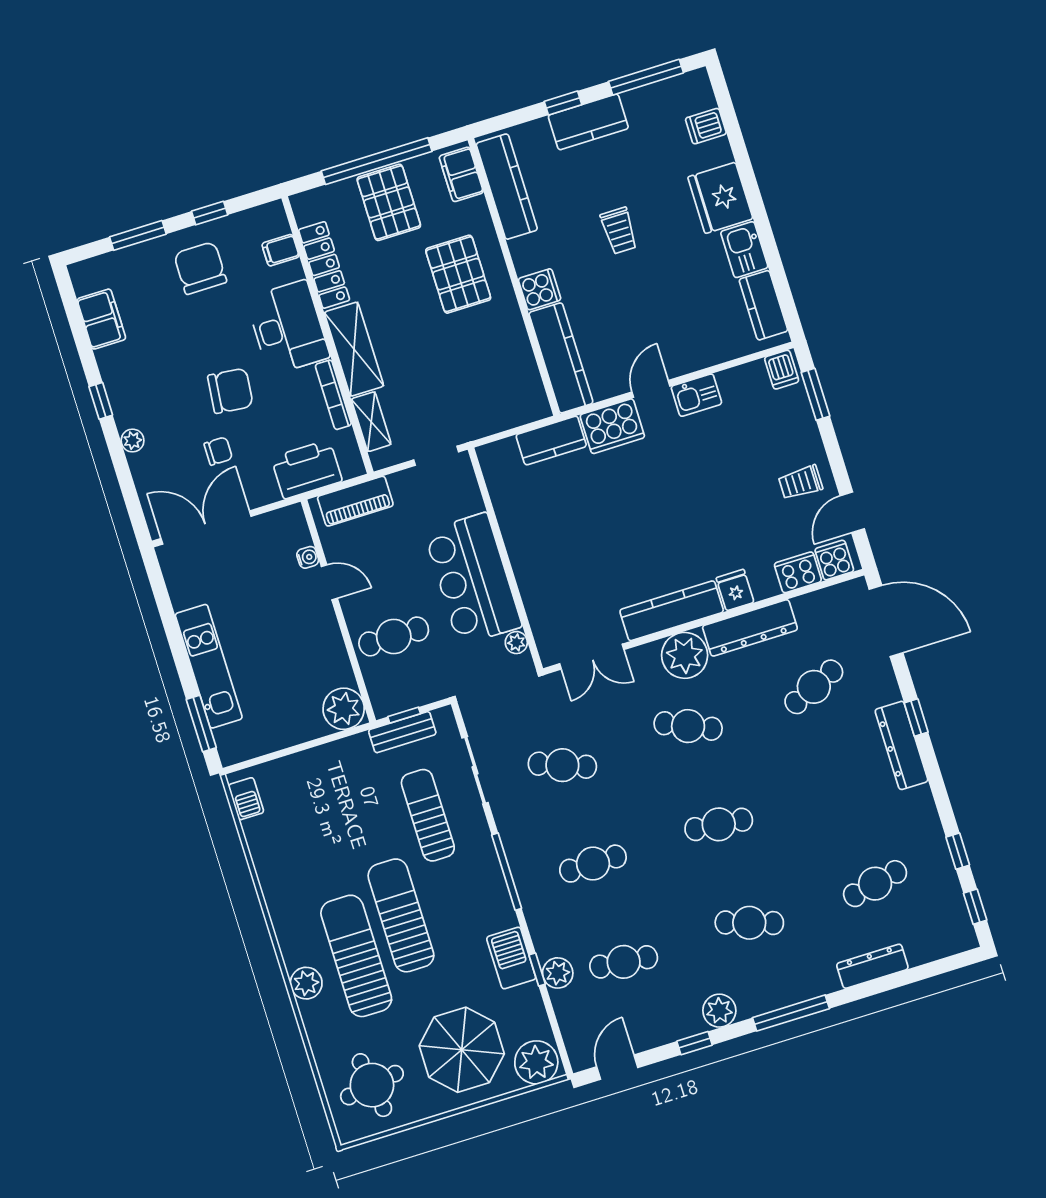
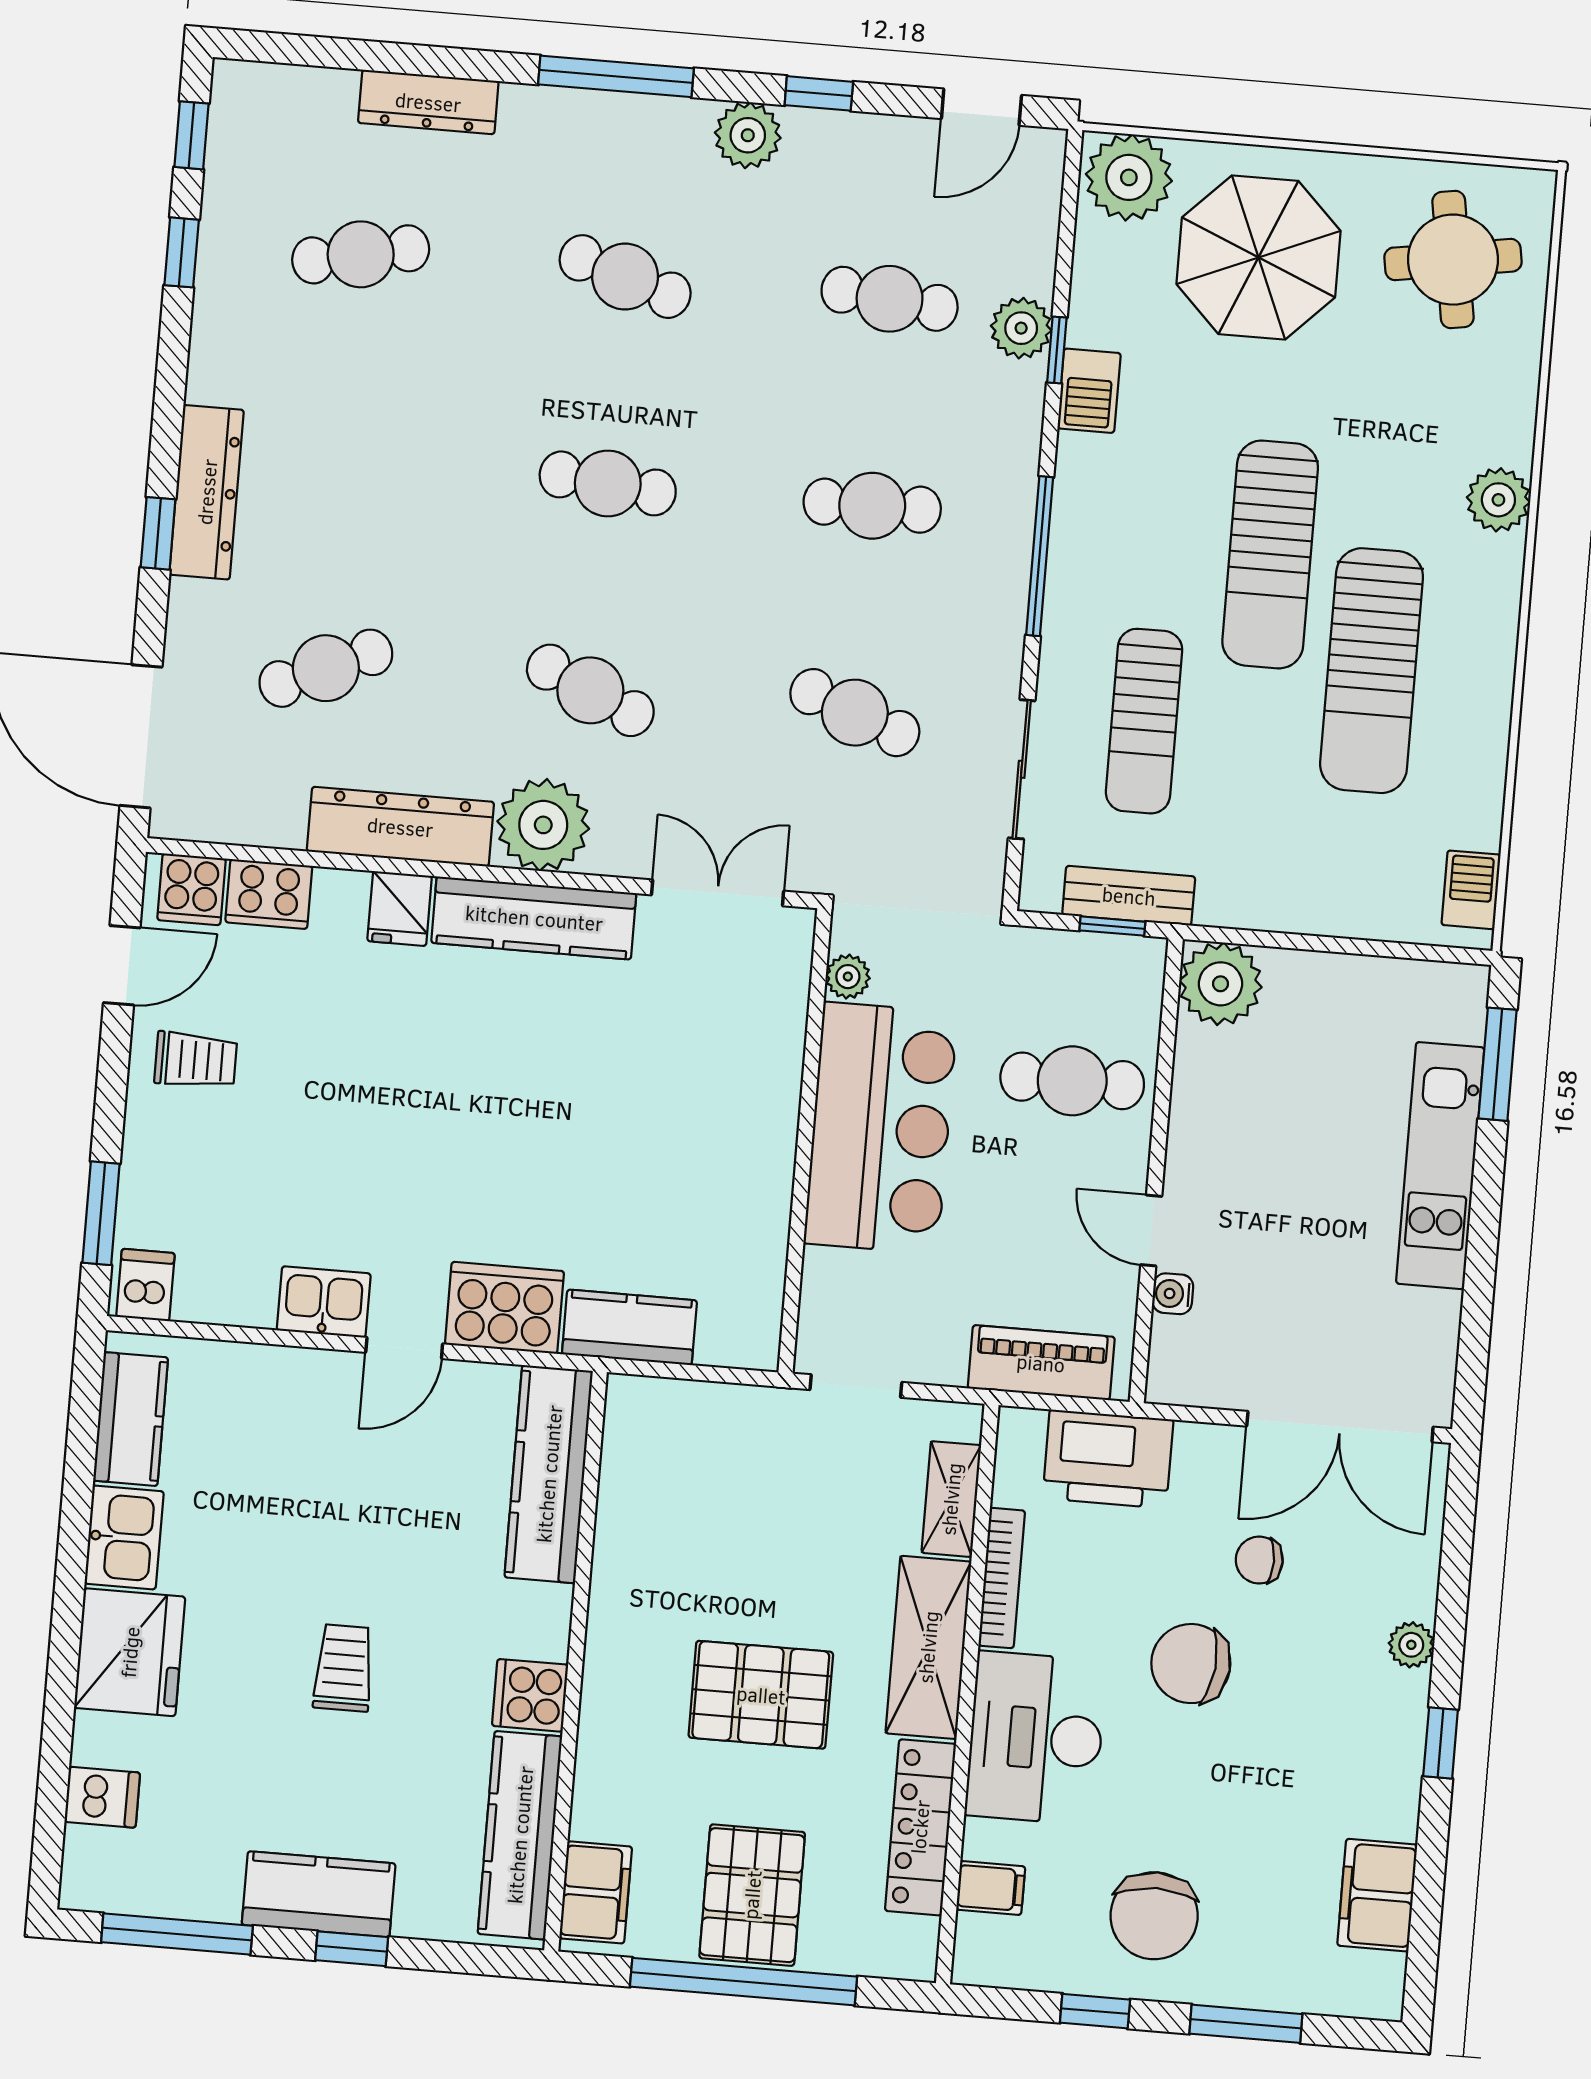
pallet: (458, 274) -> (761, 1695), moved, turned 90
cooker: (540, 289) -> (530, 1695), moved
sun lounger: (356, 956) -> (1372, 671), moved
barbecue: (511, 958) -> (1089, 391), width x0.73, depth x0.79

